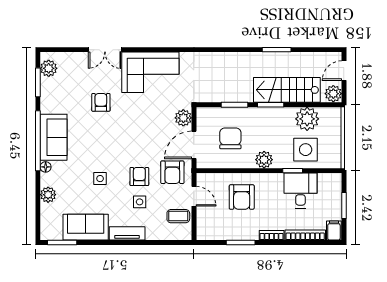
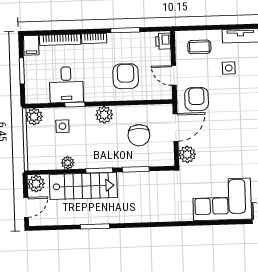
plant: (307, 119) -> (68, 163), width x0.53, depth x0.53
side table: (306, 150) -> (62, 126), width x0.54, depth x0.54
plant: (333, 160) -> (34, 117), added
armchair: (139, 177) -> (230, 94), removed
coffee table: (178, 216) -> (199, 47), moved
printer: (203, 230) -> (163, 41), added

